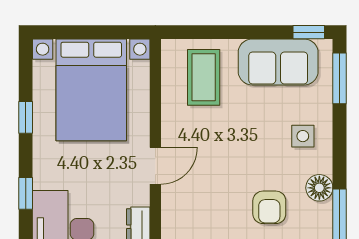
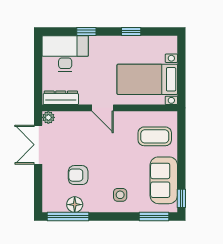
bed with nightstands: (91, 90) -> (147, 79), width x0.73
floor lamp: (319, 188) -> (75, 205), moved

